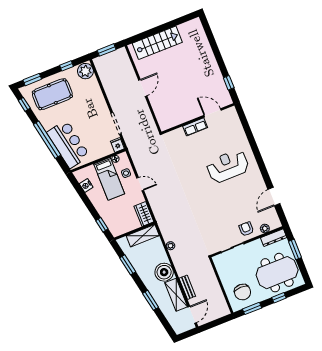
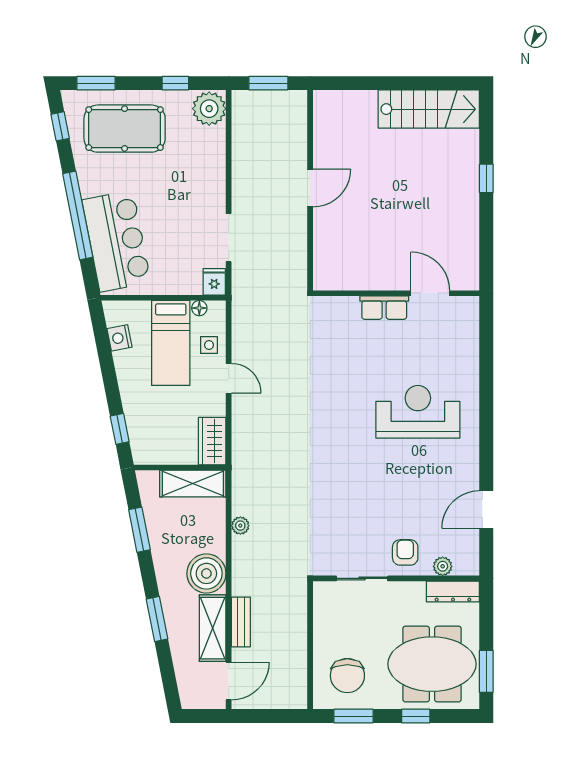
stairs: (157, 43) -> (429, 109), moved
window: (229, 83) -> (486, 178), moved
window: (295, 249) -> (486, 671), moved

